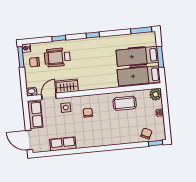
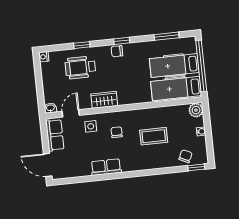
window: (141, 30) -> (167, 36), moved
window: (21, 57) -> (37, 67), removed
window: (160, 57) -> (201, 66), width x2.11
chair: (34, 62) -> (117, 51), moved
wardrobe: (67, 86) -> (104, 100), moved
coffee table: (125, 103) -> (154, 136), moved
row of seats: (63, 144) -> (106, 167), moved

